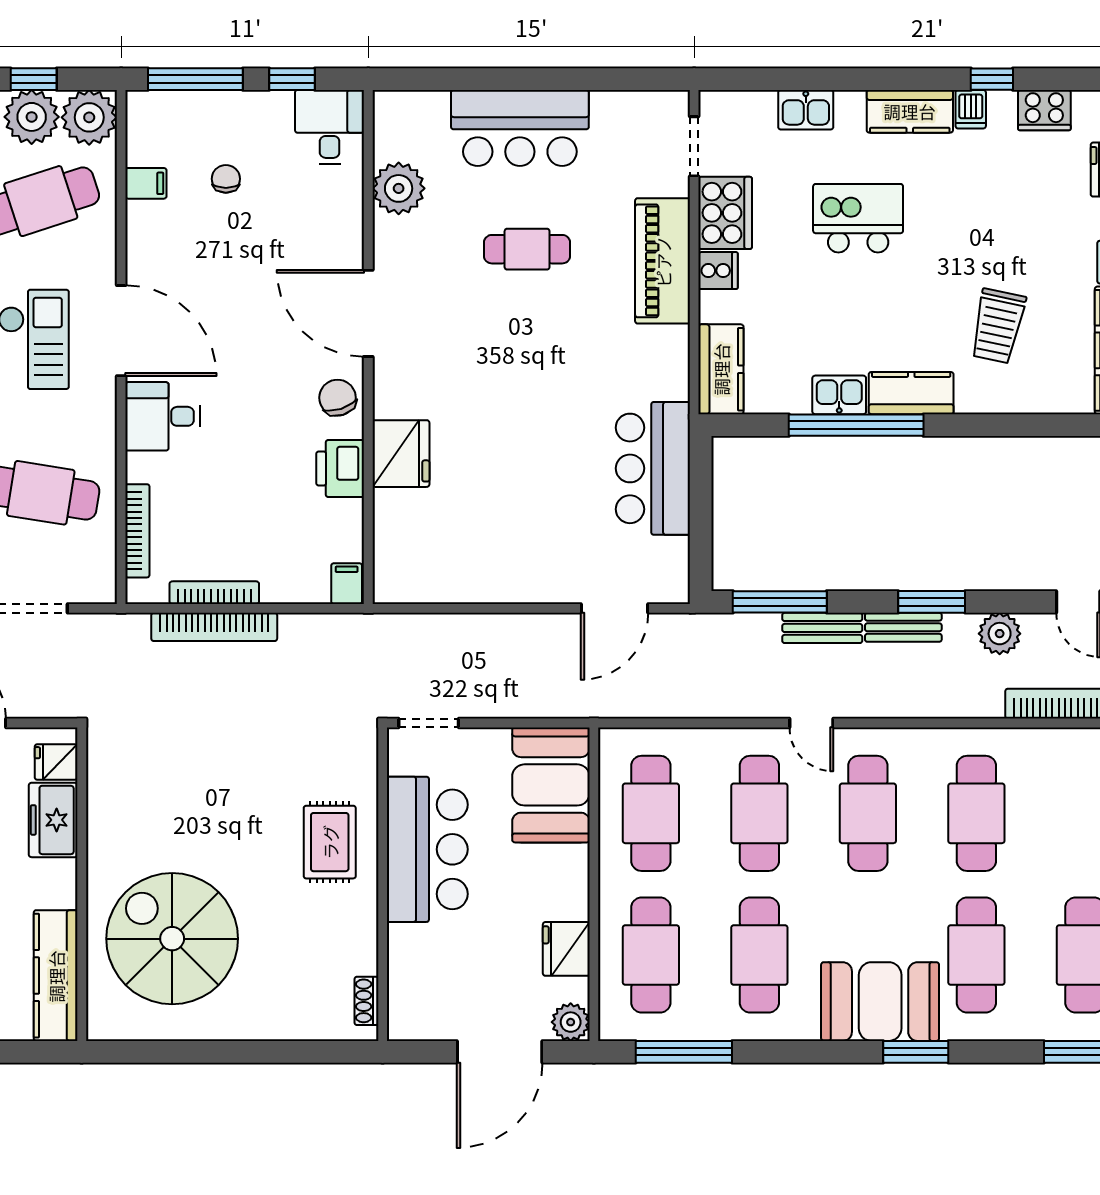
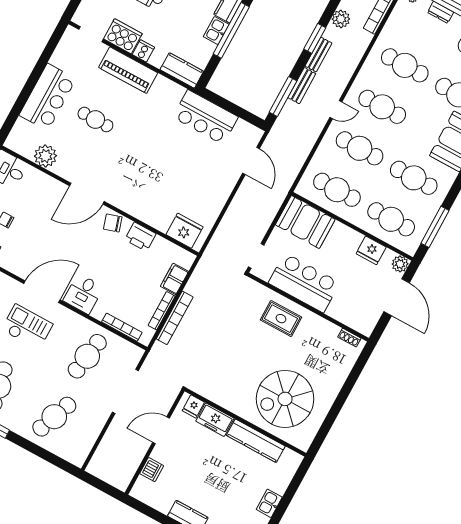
cafe table: (527, 249) -> (95, 120), turned 90
fridge: (401, 454) -> (185, 231), moved
filing cabinet: (347, 584) -> (174, 279), moved, width x2.00
kitchen counter: (56, 976) -> (256, 441), moved

